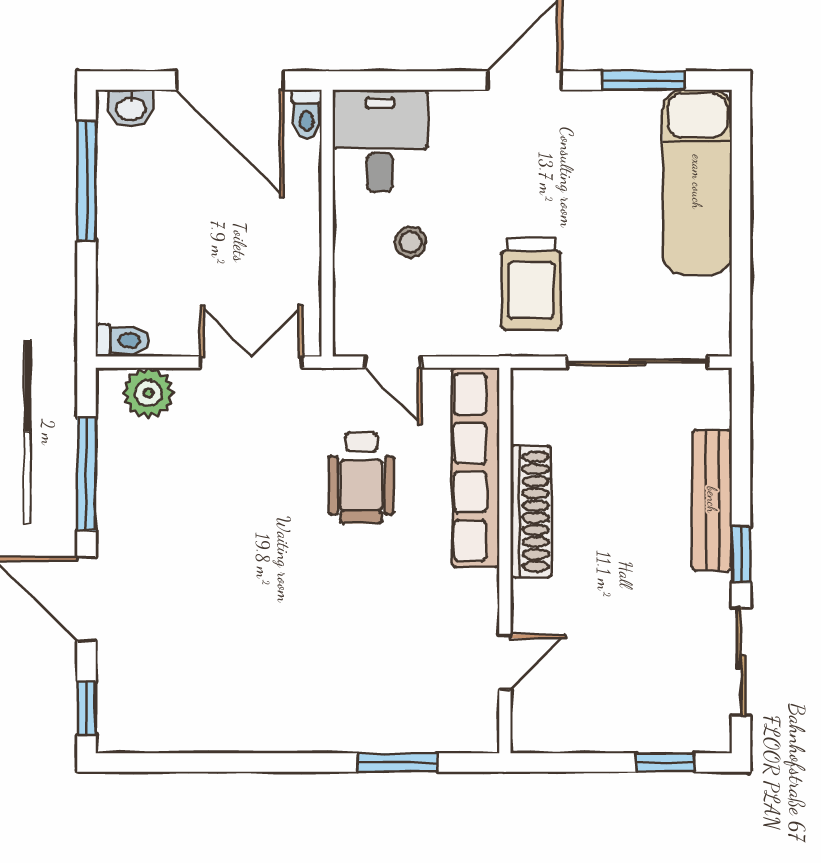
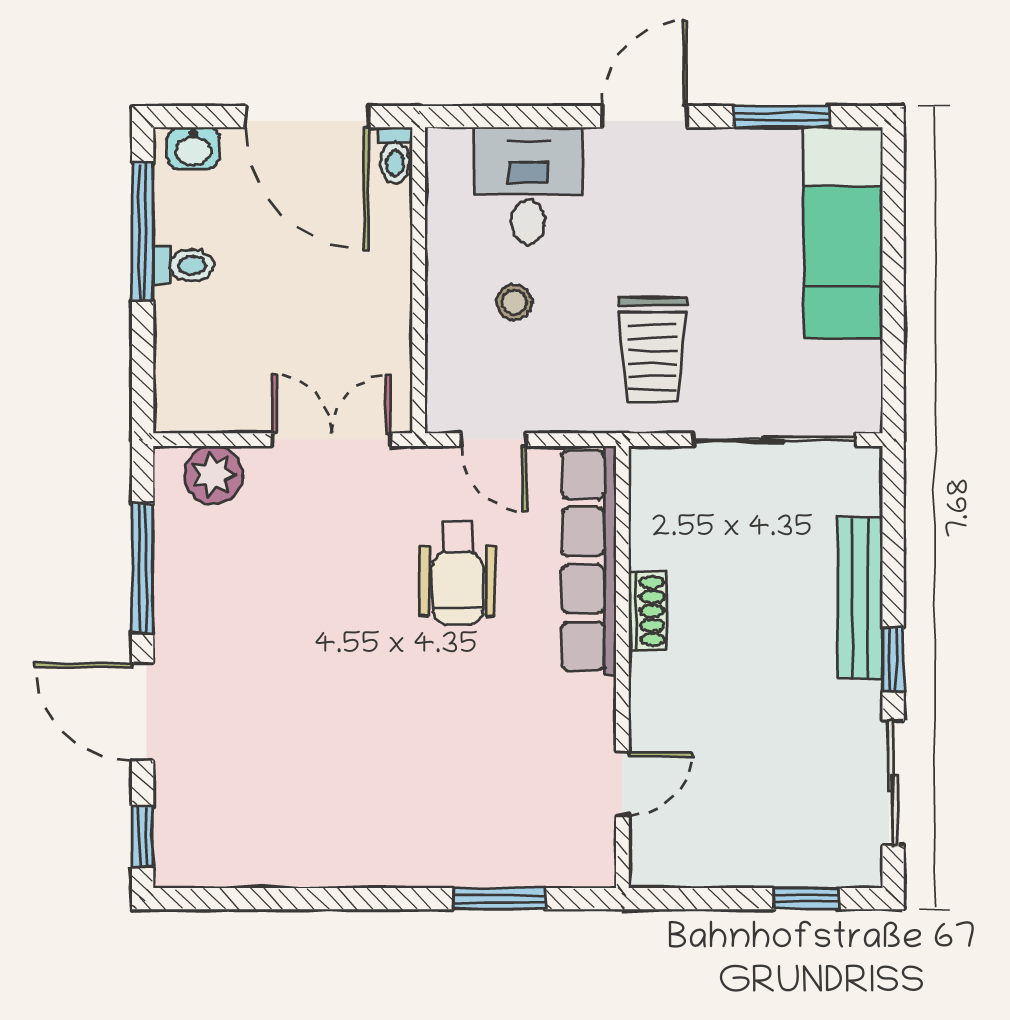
desk: (380, 141) -> (529, 186), moved
toilet: (122, 340) -> (183, 265), moved
shoe rack: (531, 512) -> (648, 611), width x0.51, depth x0.81

